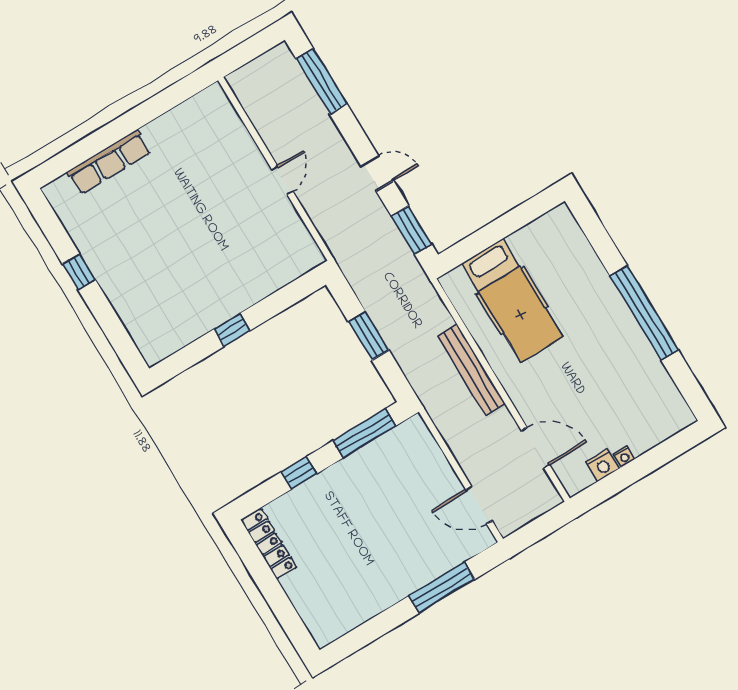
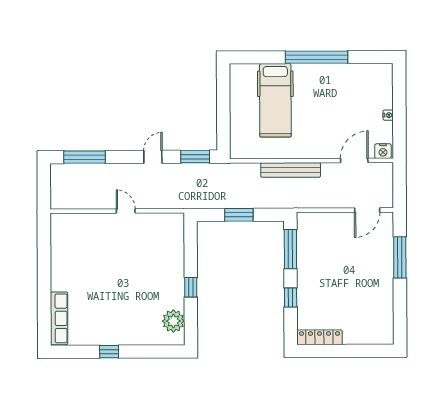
row of seats: (109, 162) -> (59, 318), moved
hospital bed: (512, 300) -> (275, 100), moved, turned 90
plant: (172, 334) -> (173, 321), added
nightstand: (603, 465) -> (383, 151), moved, turned 90

